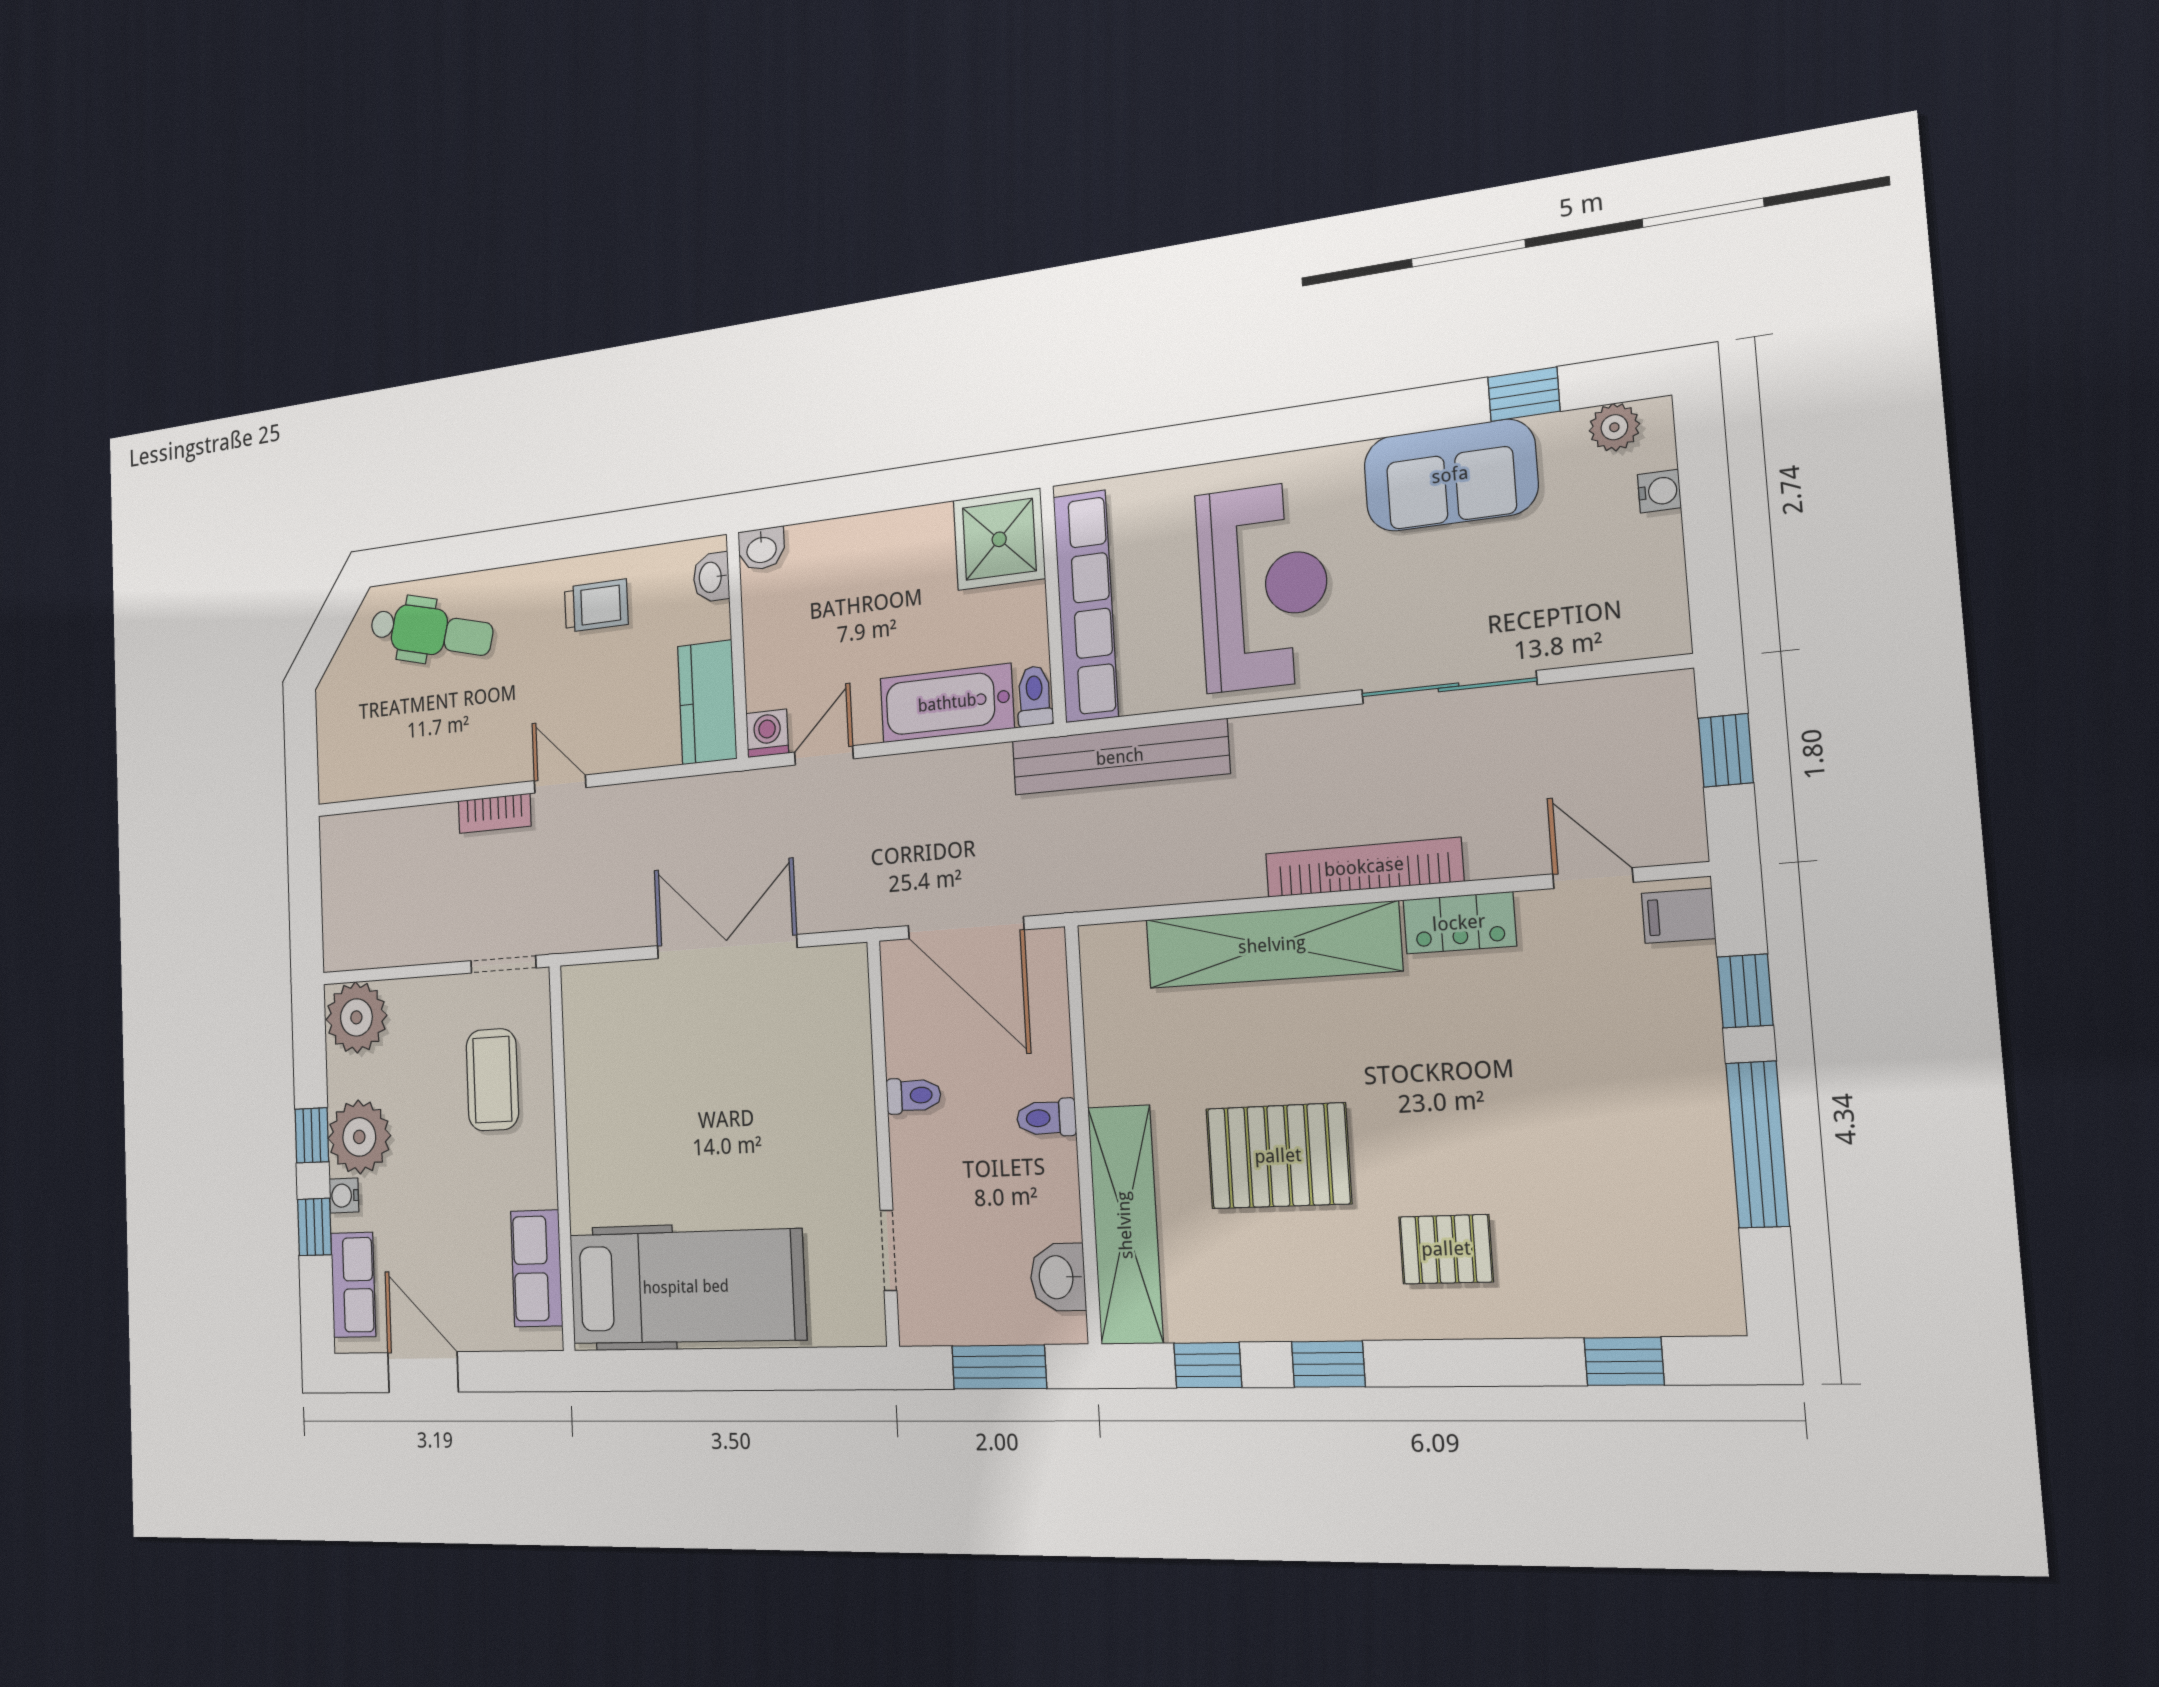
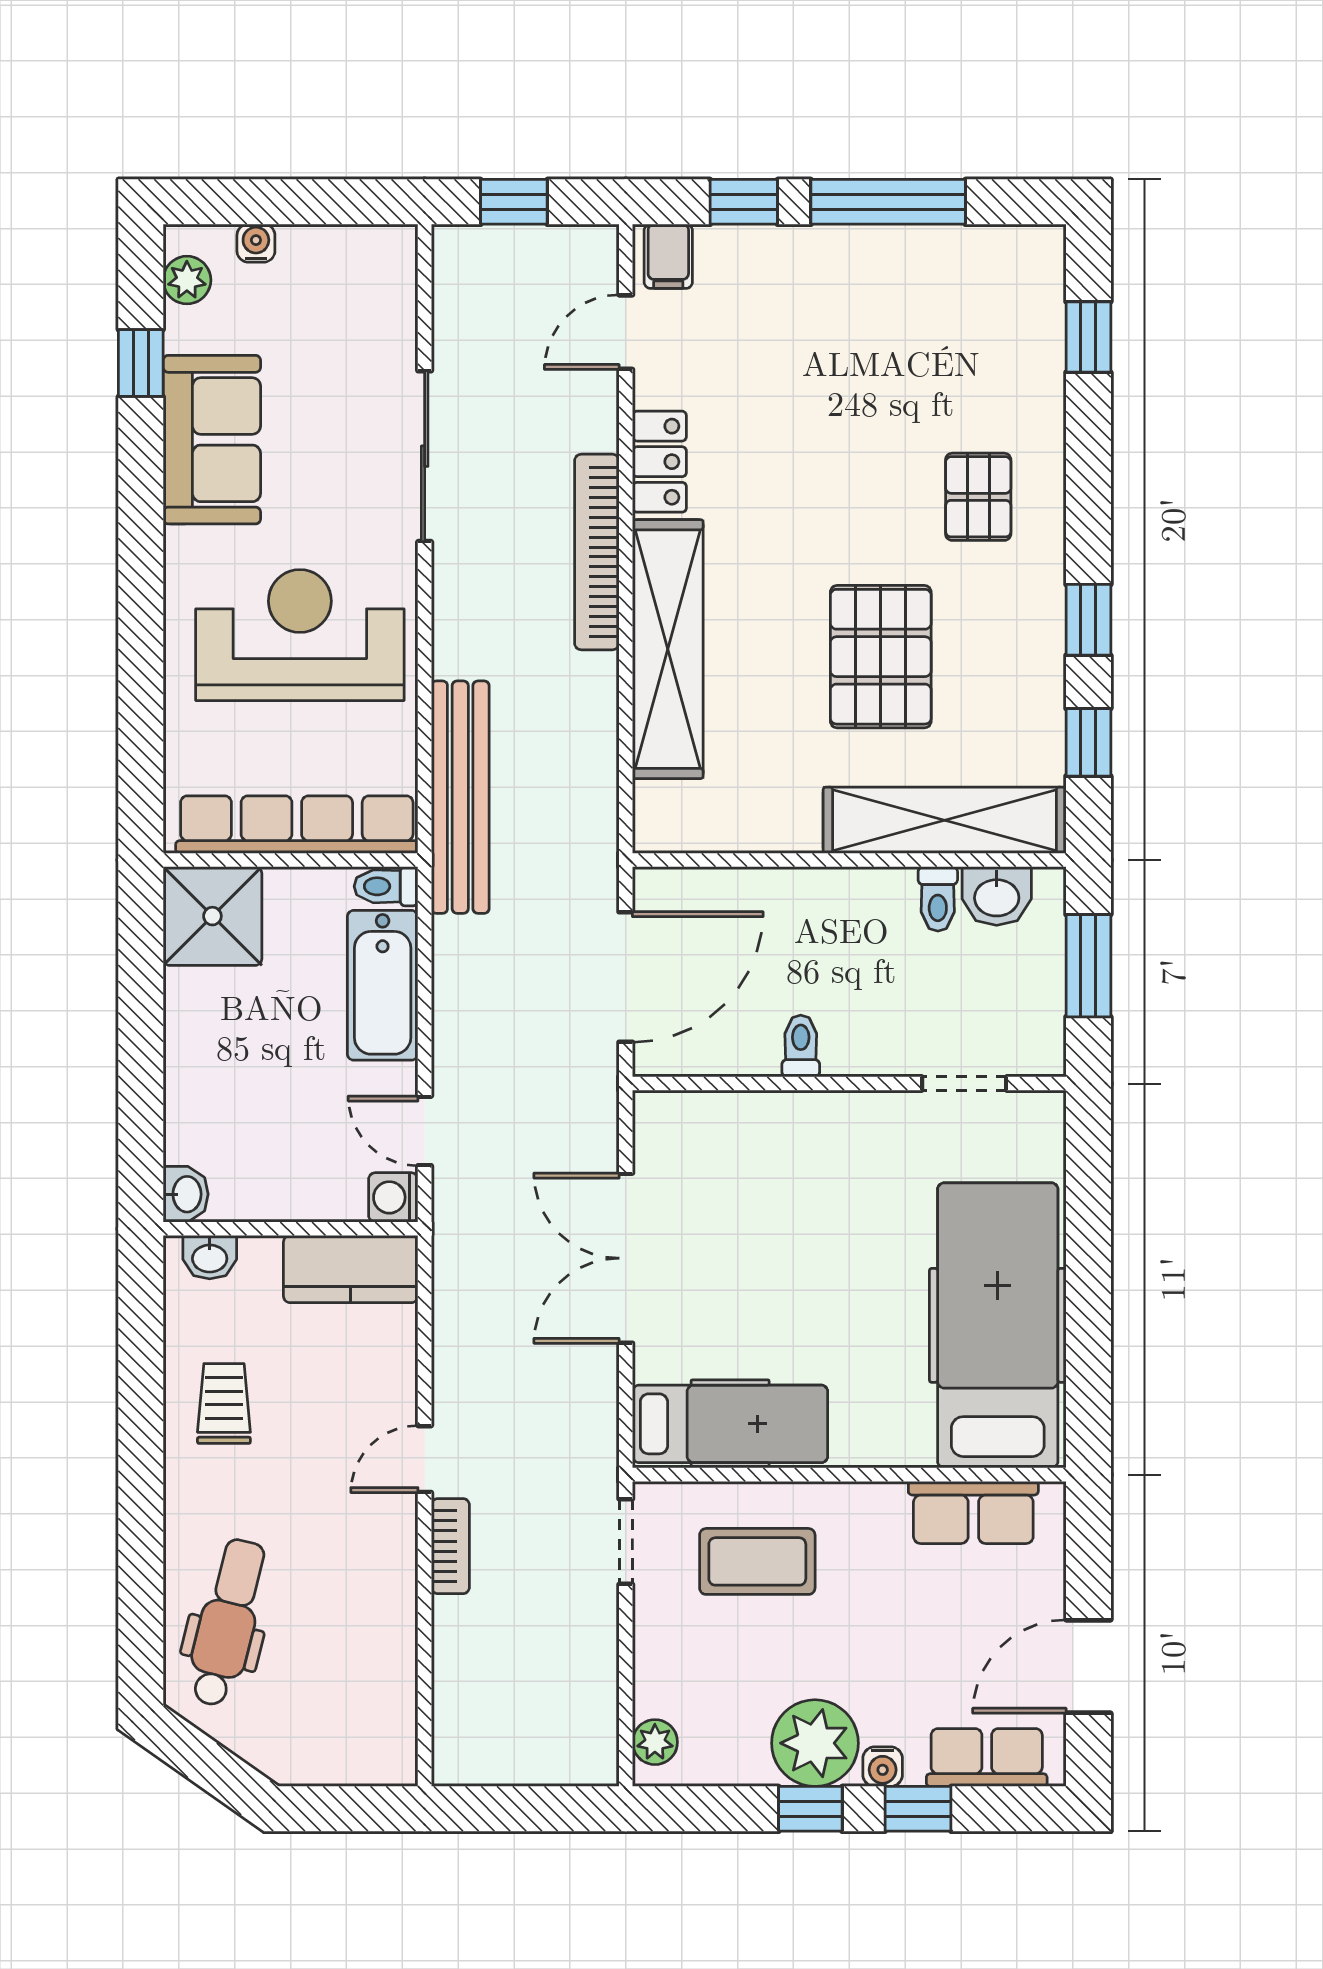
plant: (356, 1017) -> (655, 1742), width x0.53, depth x0.53
hospital bed: (598, 1049) -> (730, 1424), added
toilet: (1046, 1118) -> (938, 899), moved

